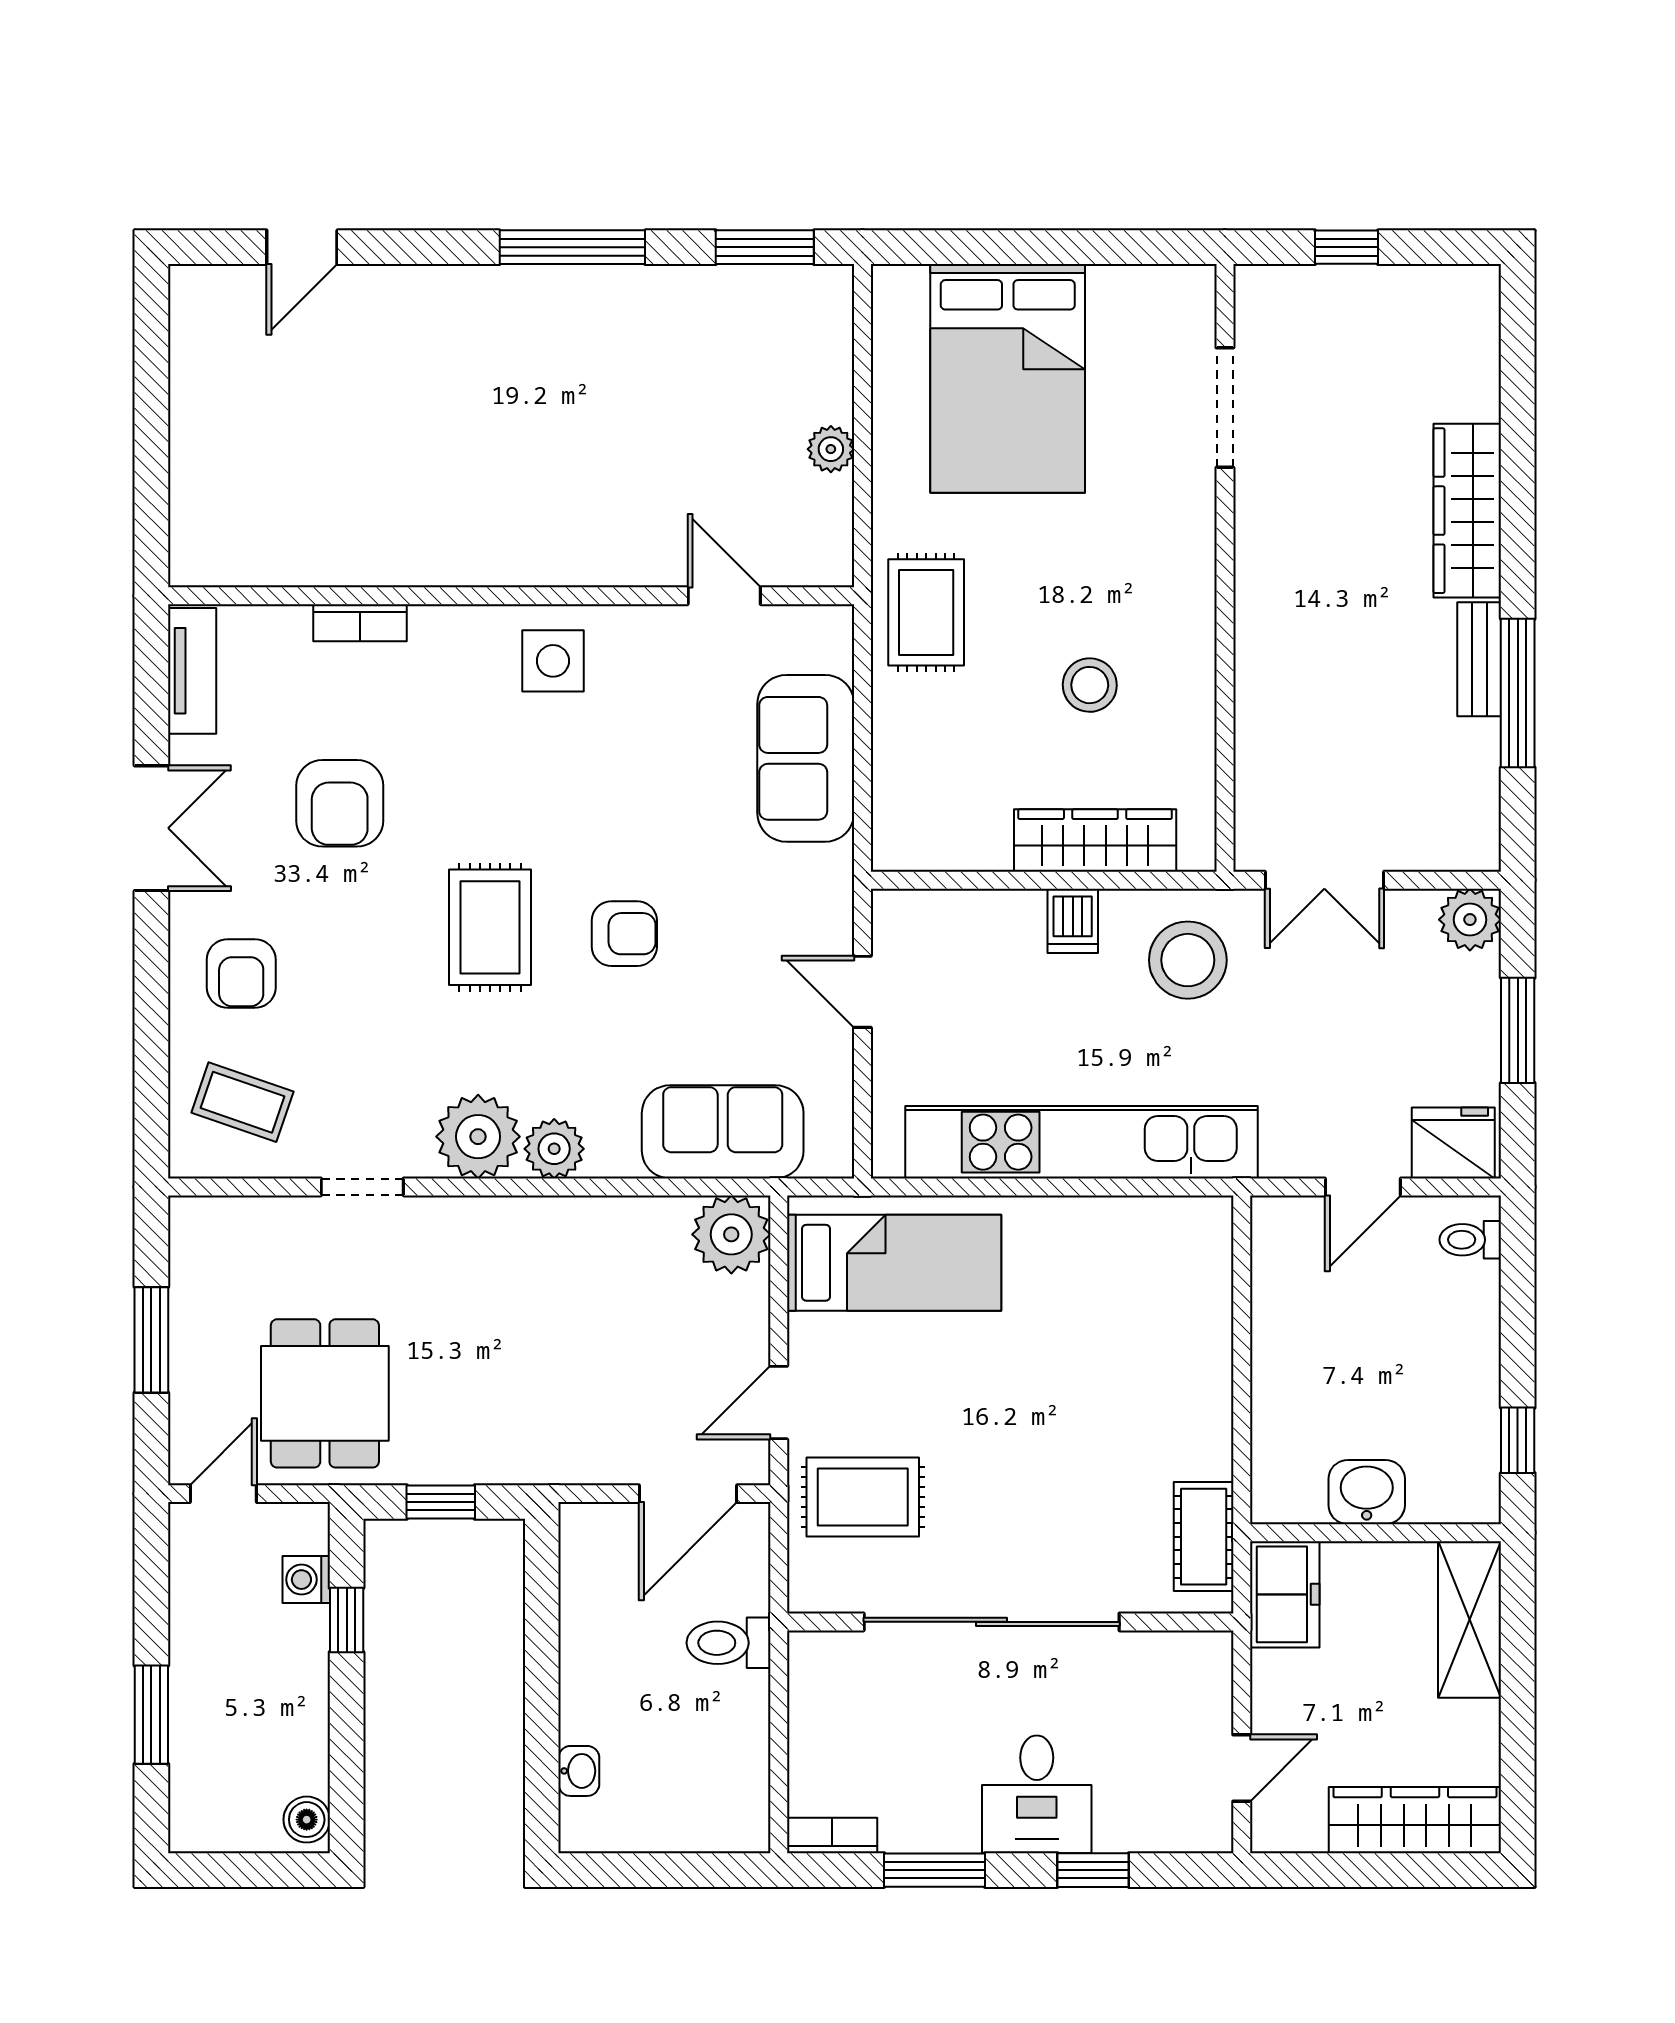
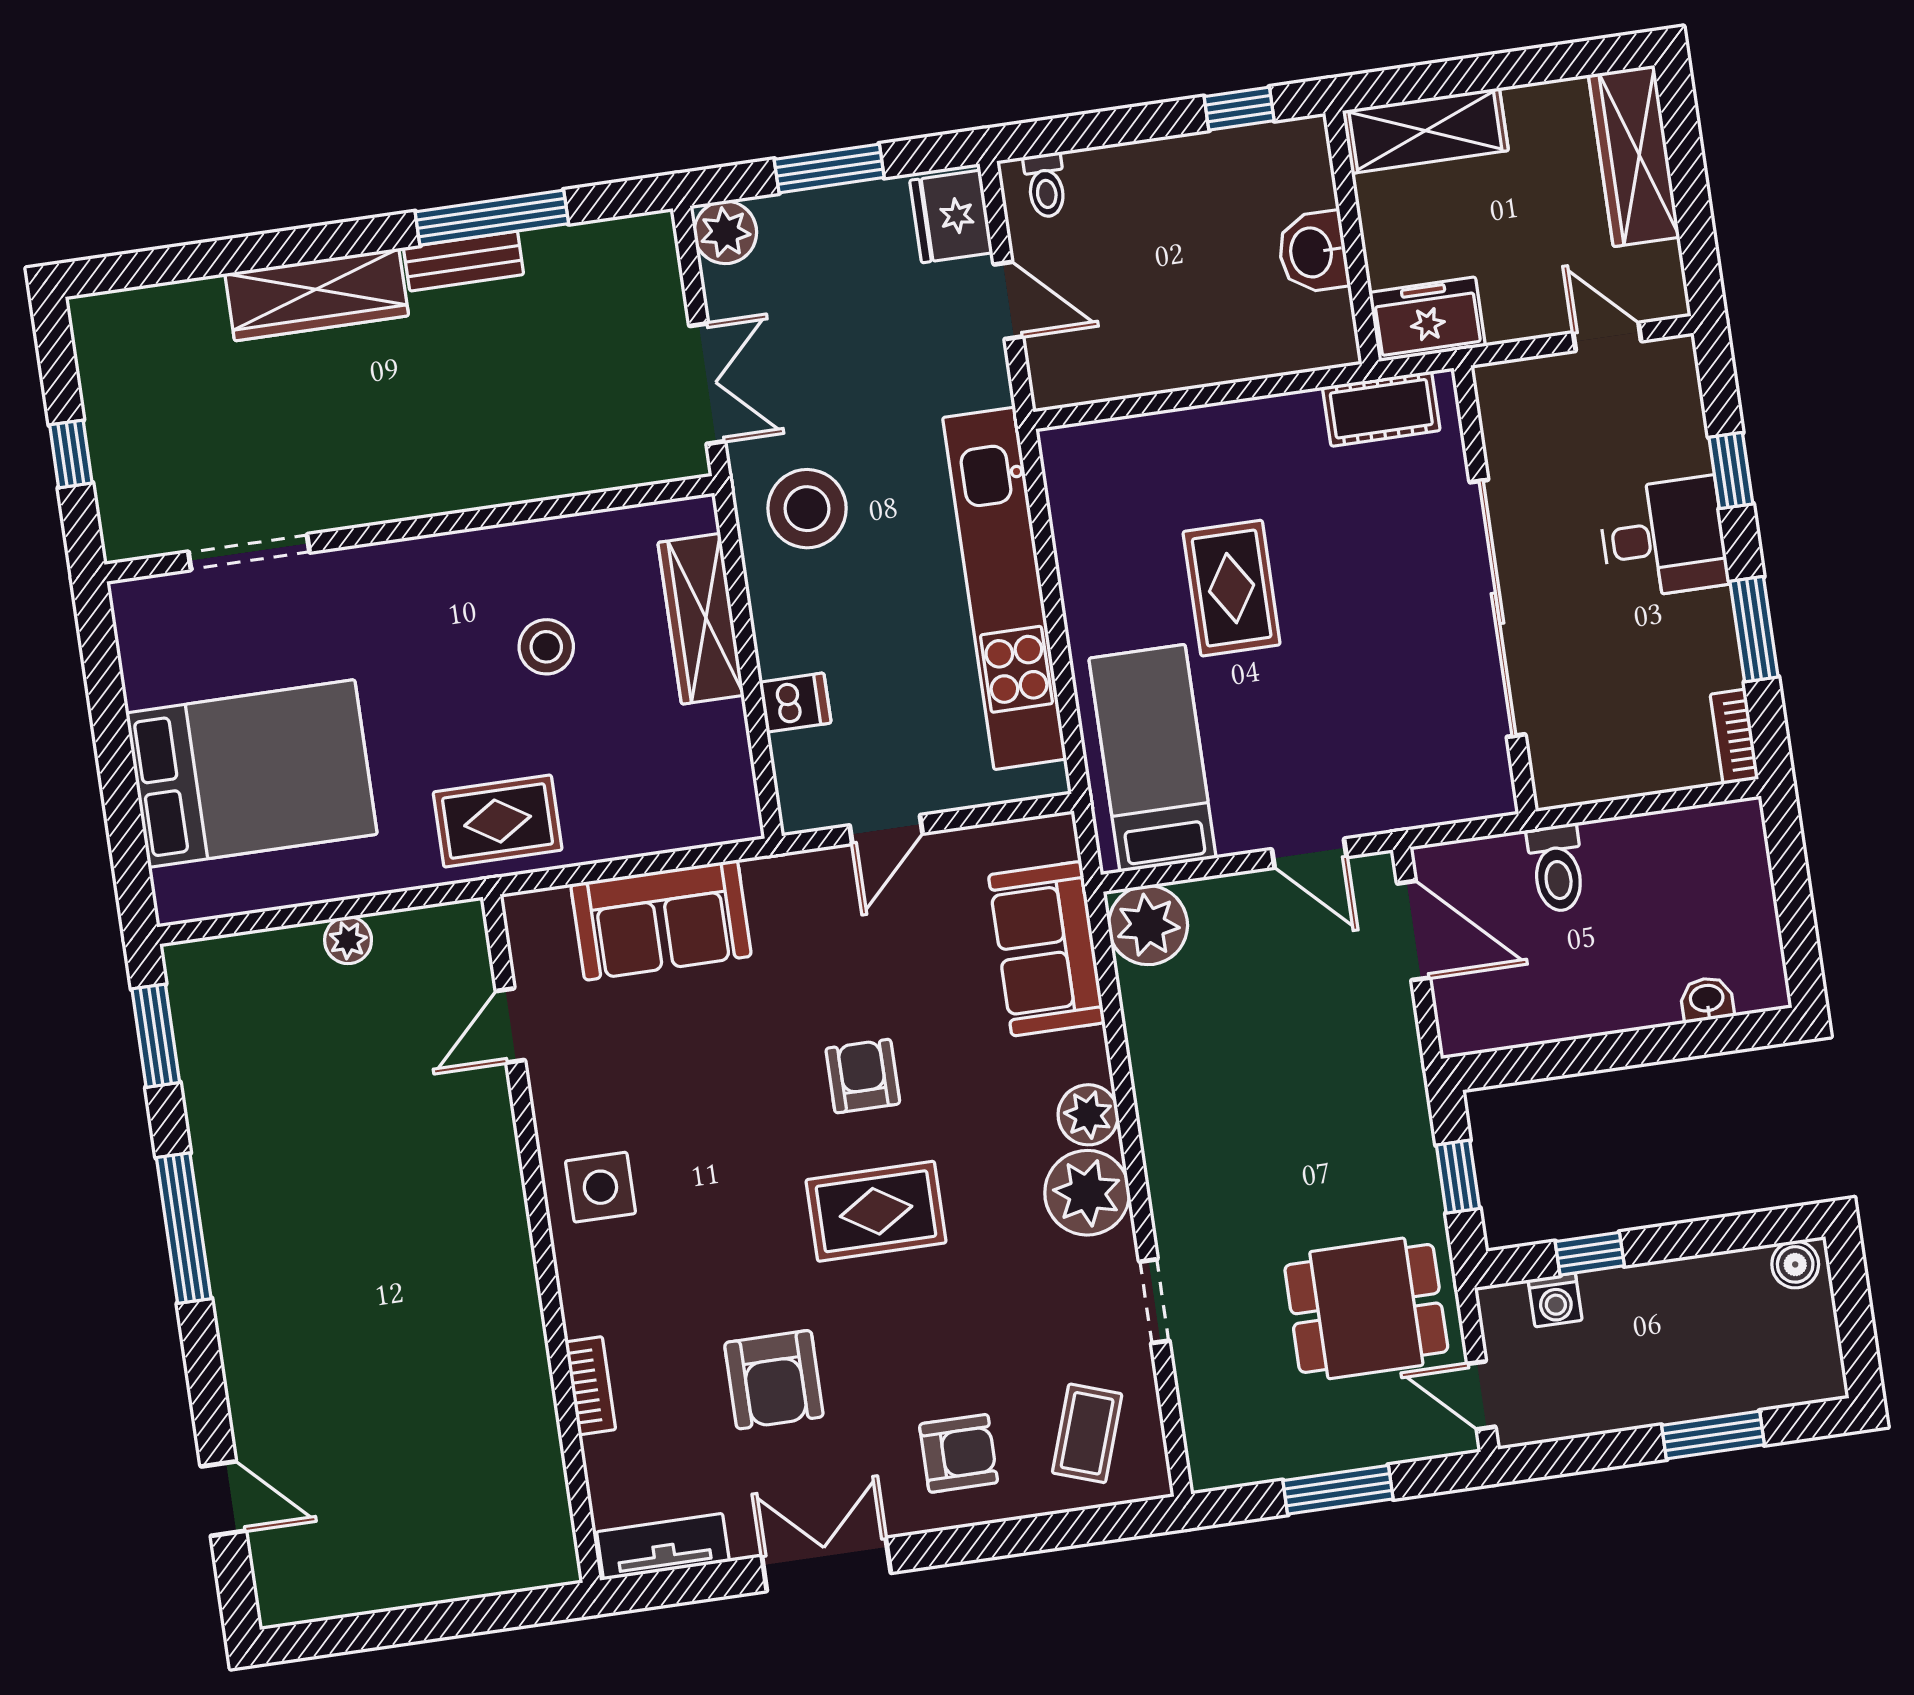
armchair: (340, 803) -> (774, 1380), turned 90
dishwasher: (1073, 921) -> (795, 703), moved
rug: (863, 1497) -> (1232, 588), moved

